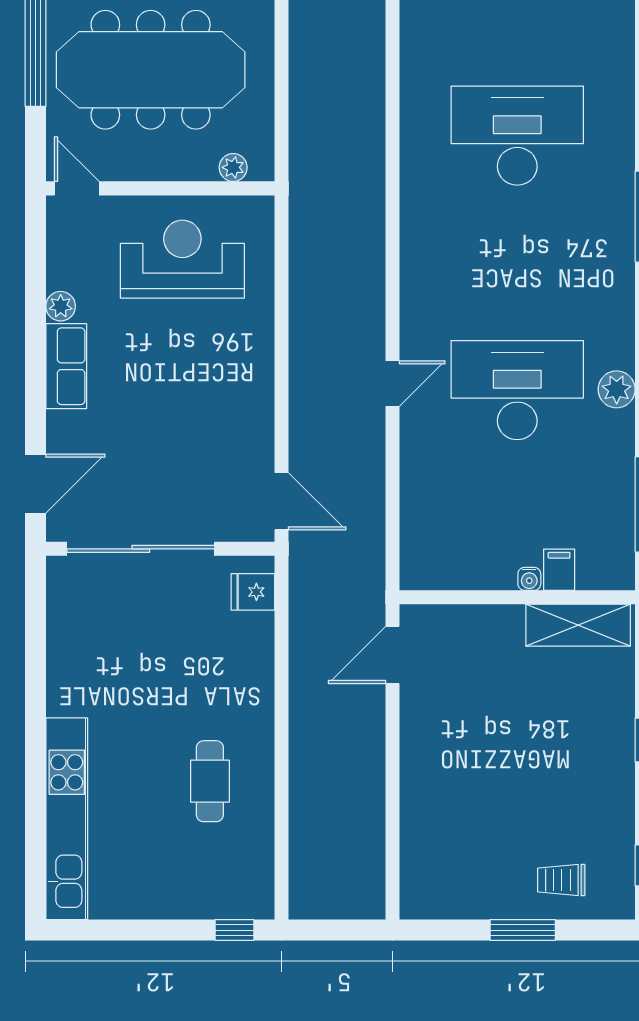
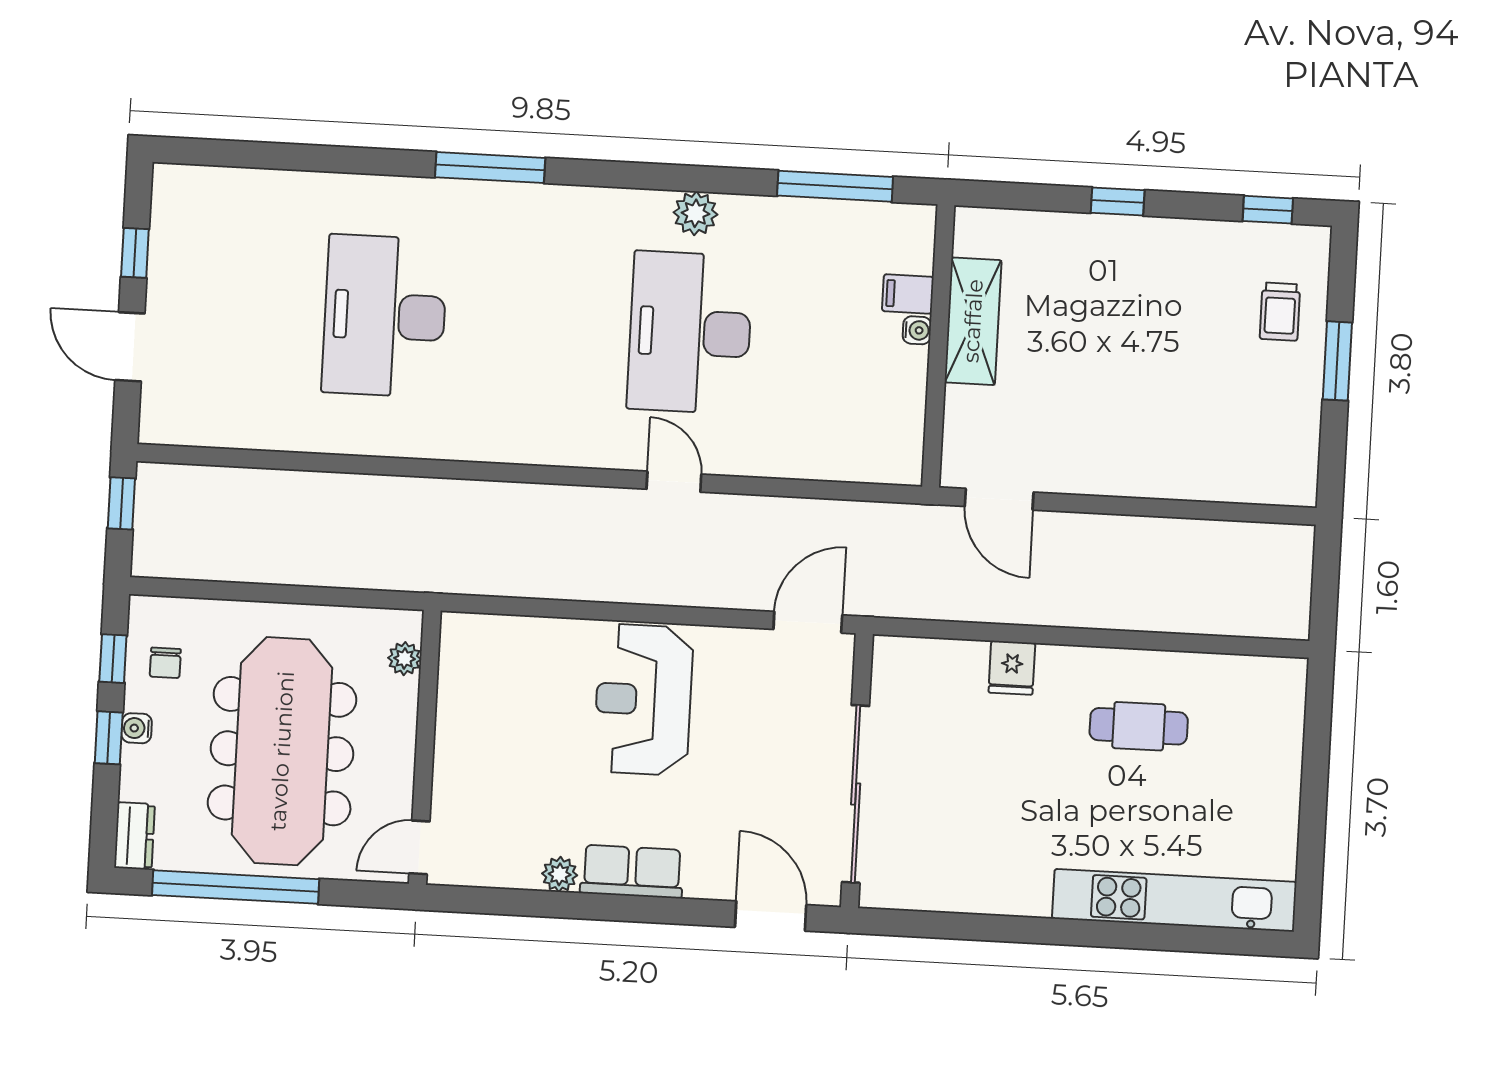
reception desk: (182, 259) -> (643, 700), moved
fridge: (253, 592) -> (1012, 668), moved
shelving: (578, 625) -> (973, 321), moved
window: (234, 930) -> (1319, 706), removed

